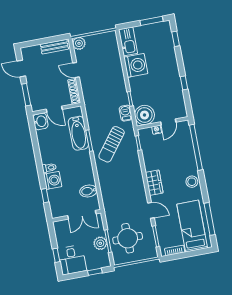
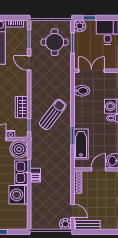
kitchen sink: (128, 41) -> (21, 172), moved
door: (76, 70) -> (73, 211), moved
door: (54, 109) -> (98, 169), hinge flipped
barbecue: (126, 113) -> (35, 175), moved
sun lounger: (112, 144) -> (53, 114), moved
wardrobe: (154, 183) -> (22, 107), moved
plant: (100, 243) -> (80, 26), moved

